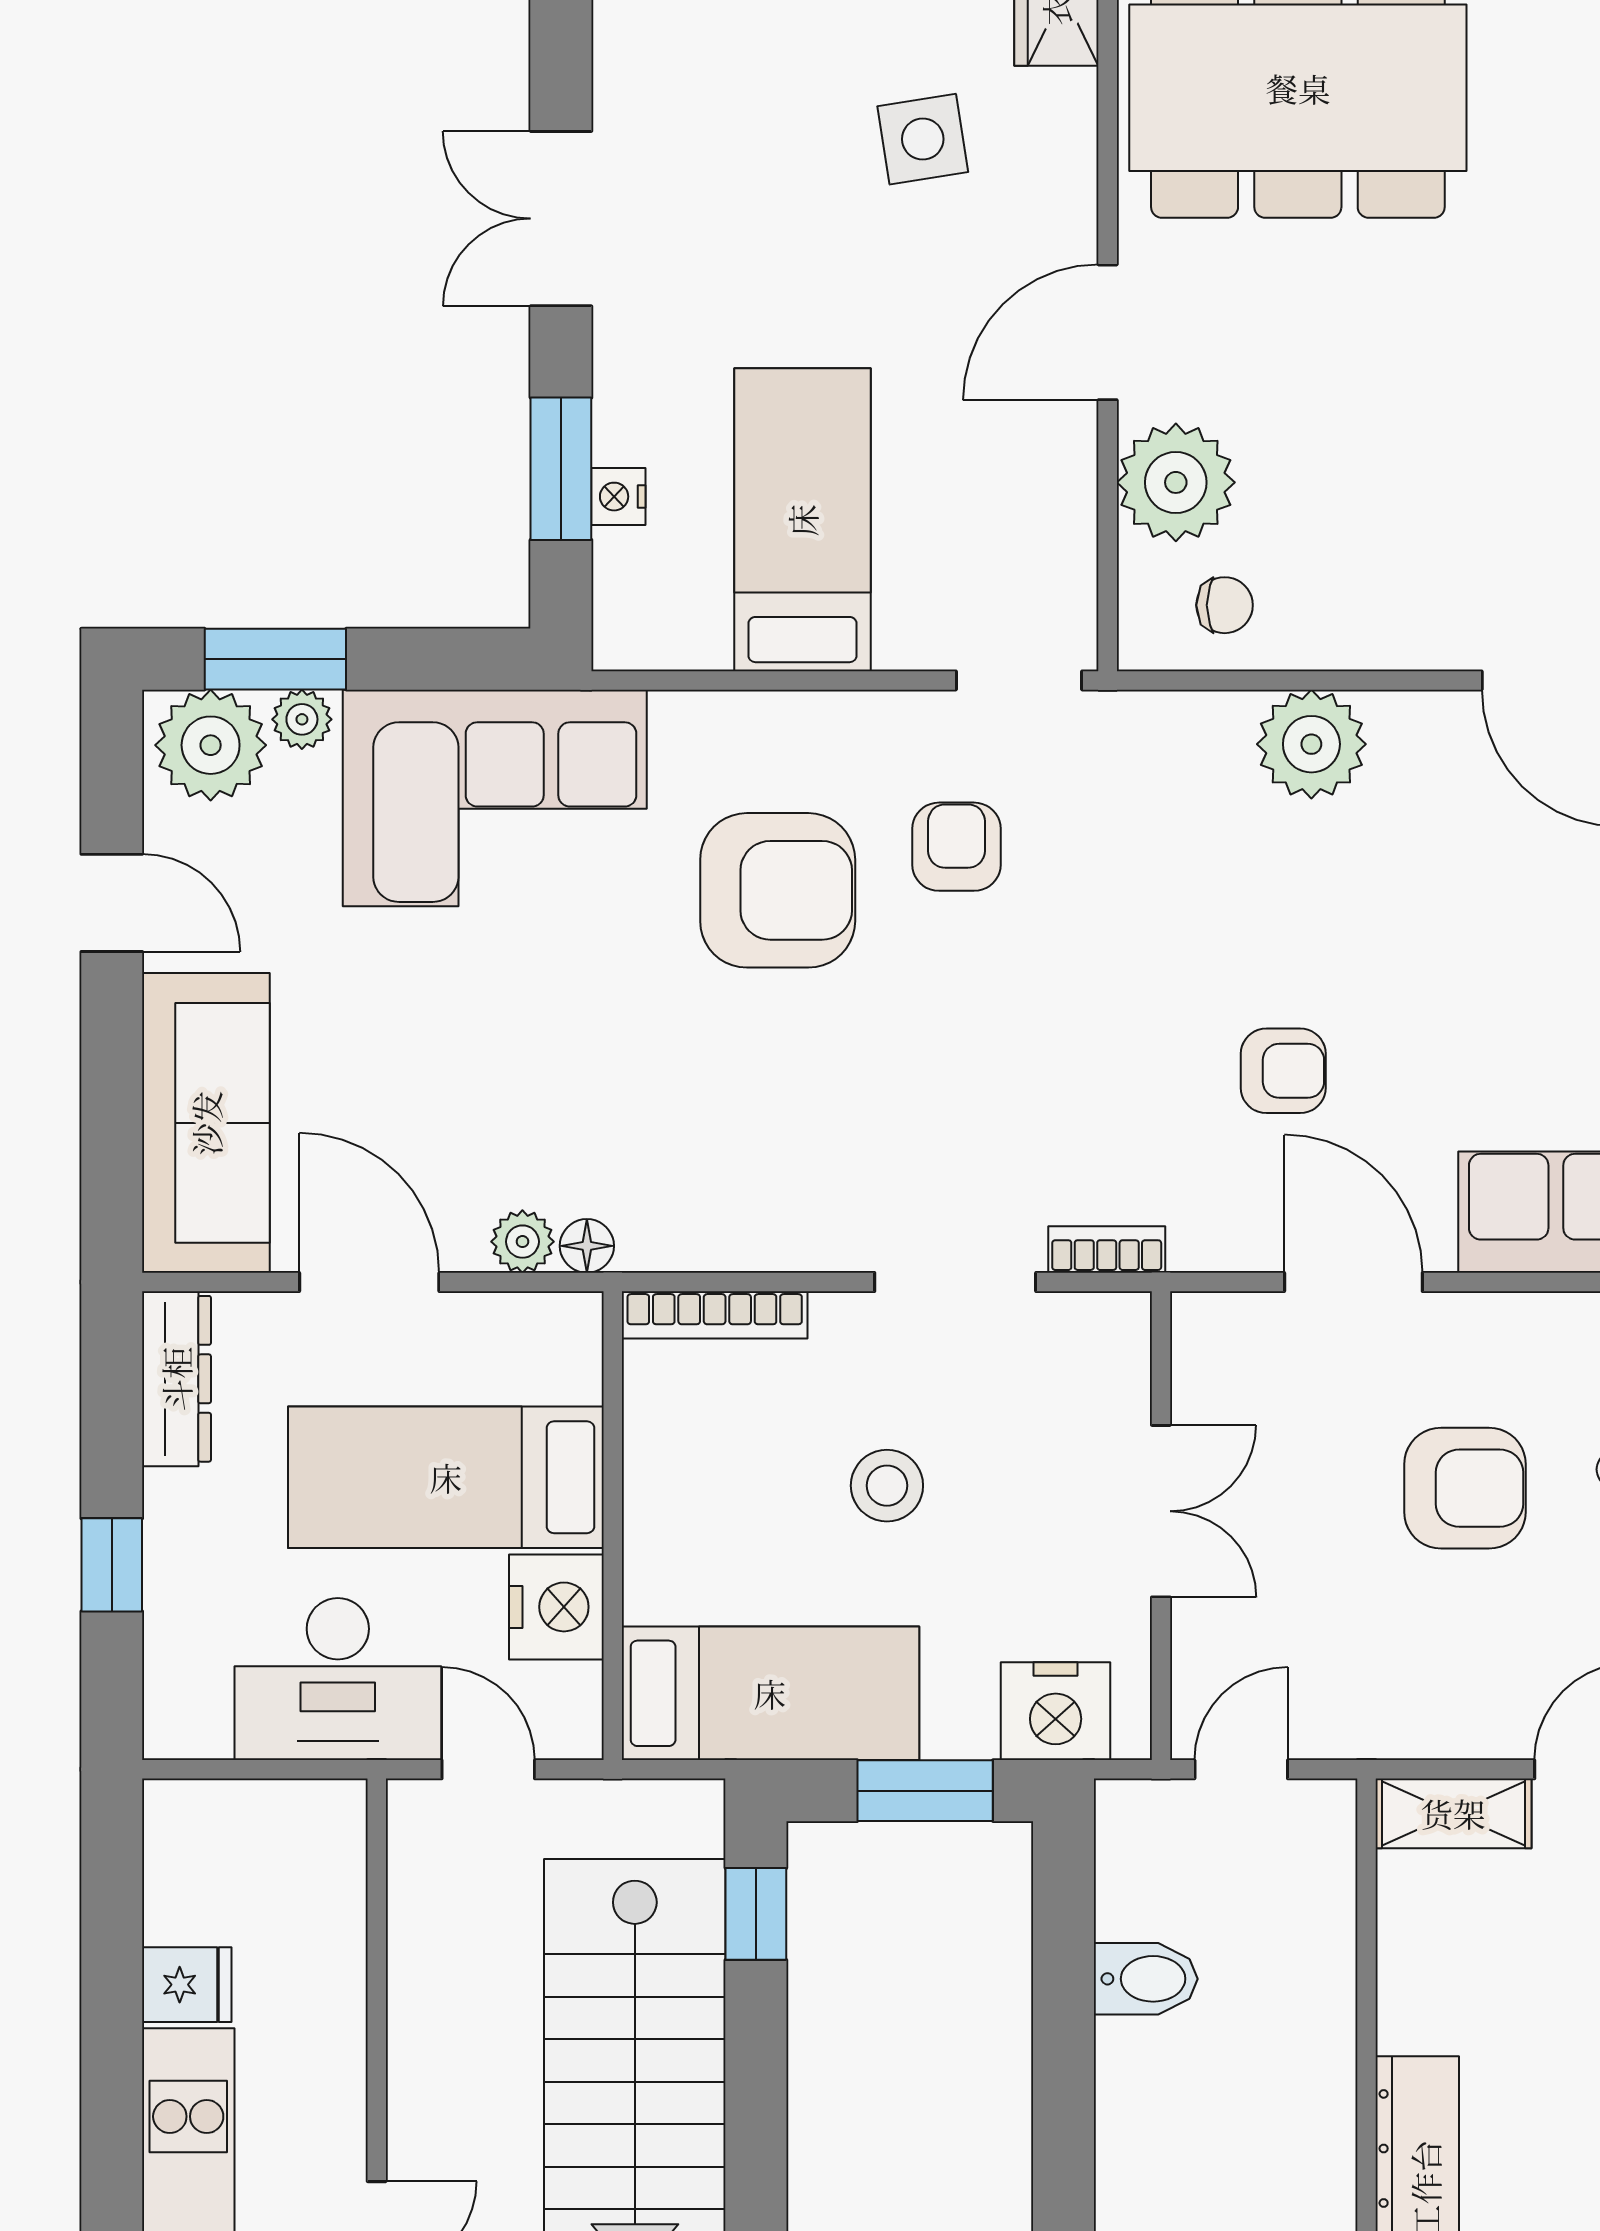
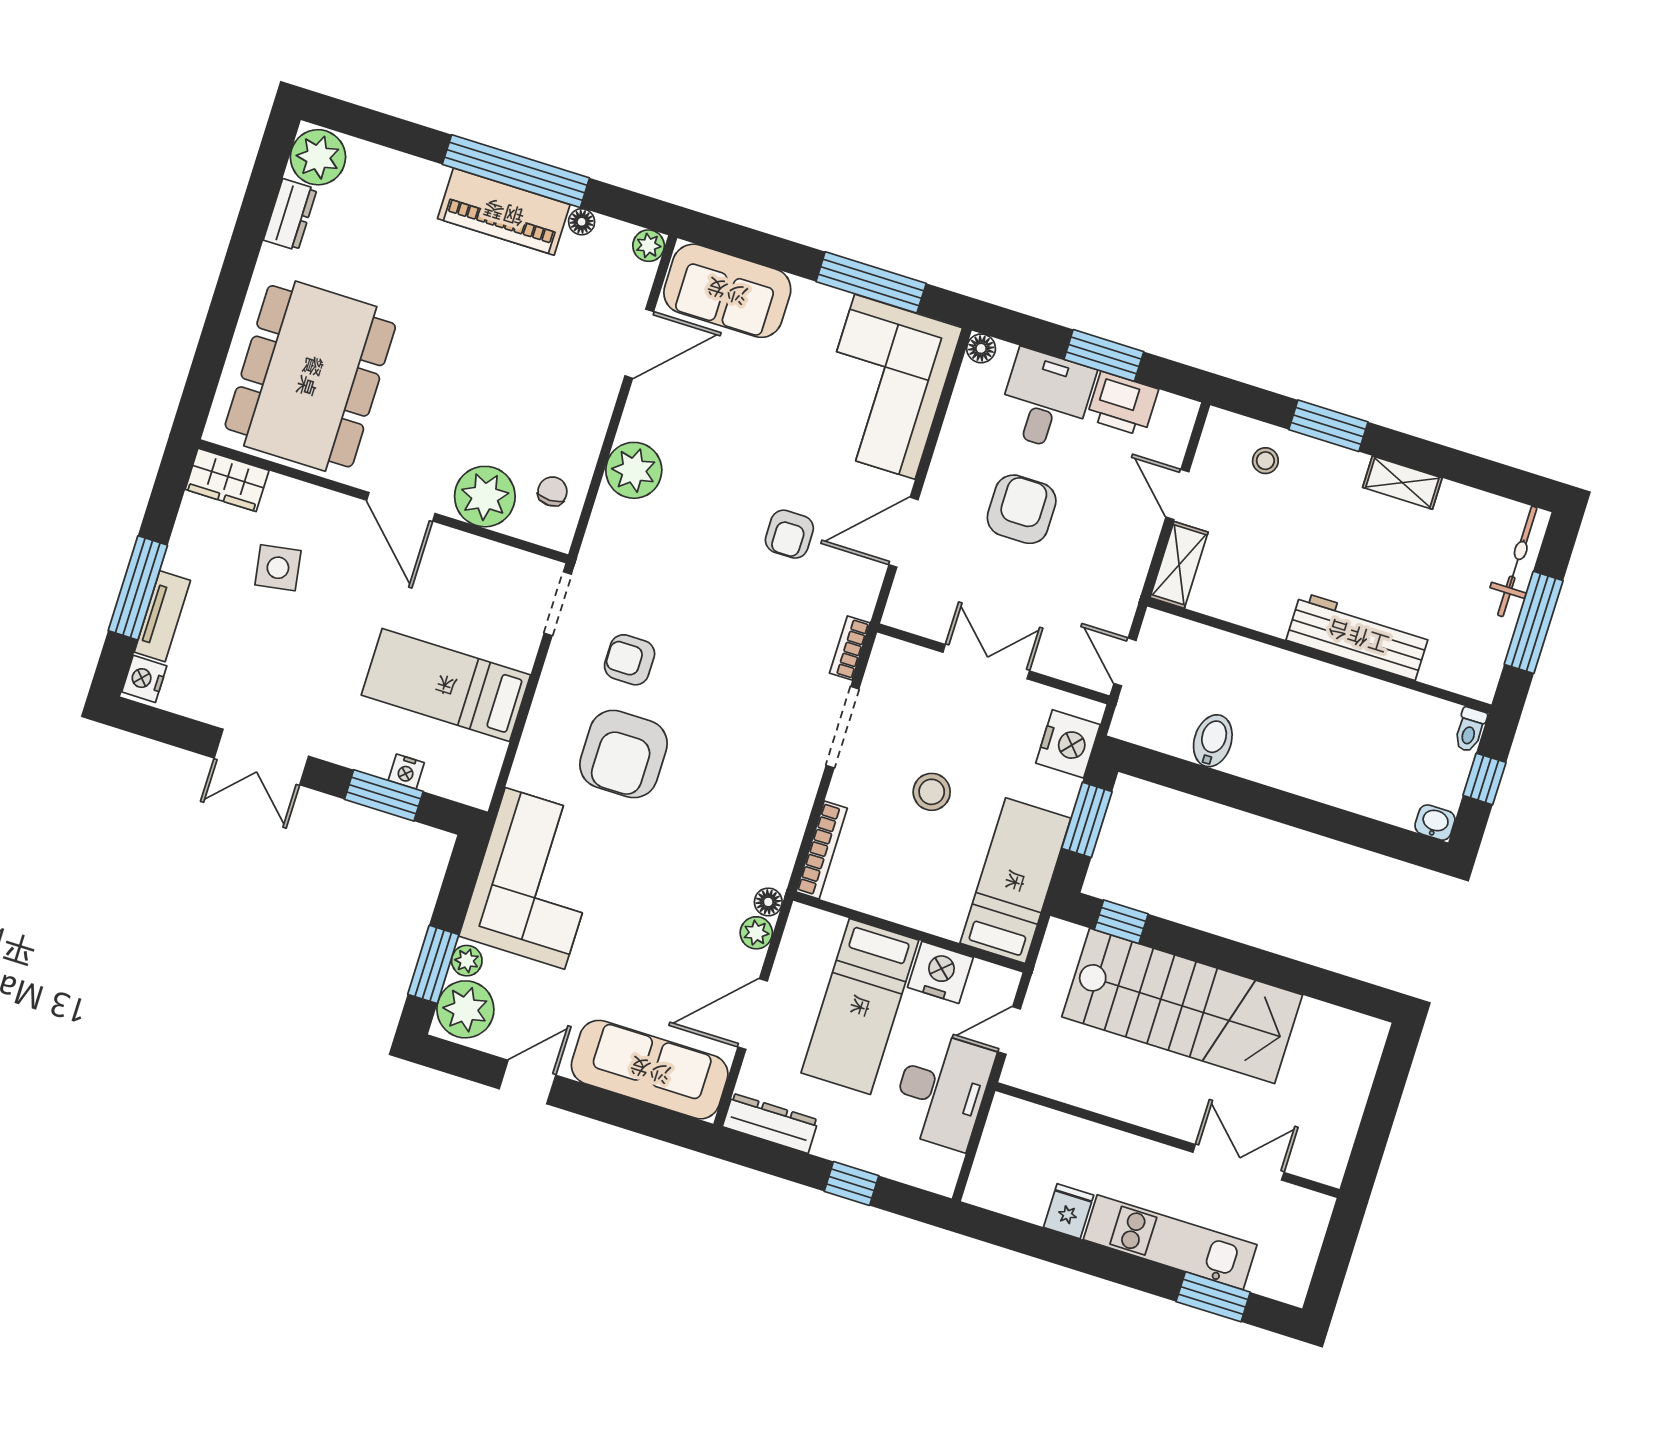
armchair: (778, 890) -> (623, 754), turned 180
armchair: (1283, 1071) -> (789, 534), turned 180

